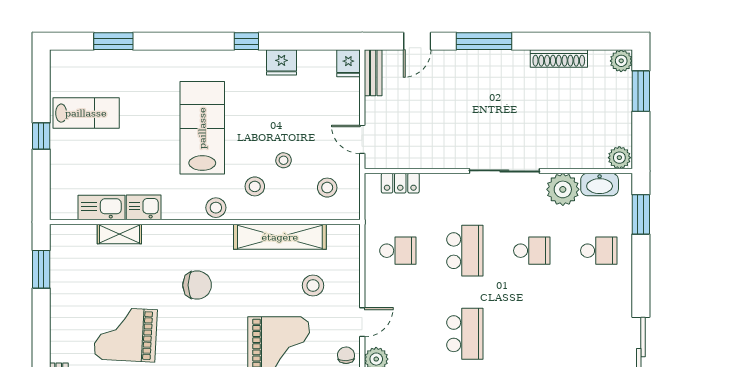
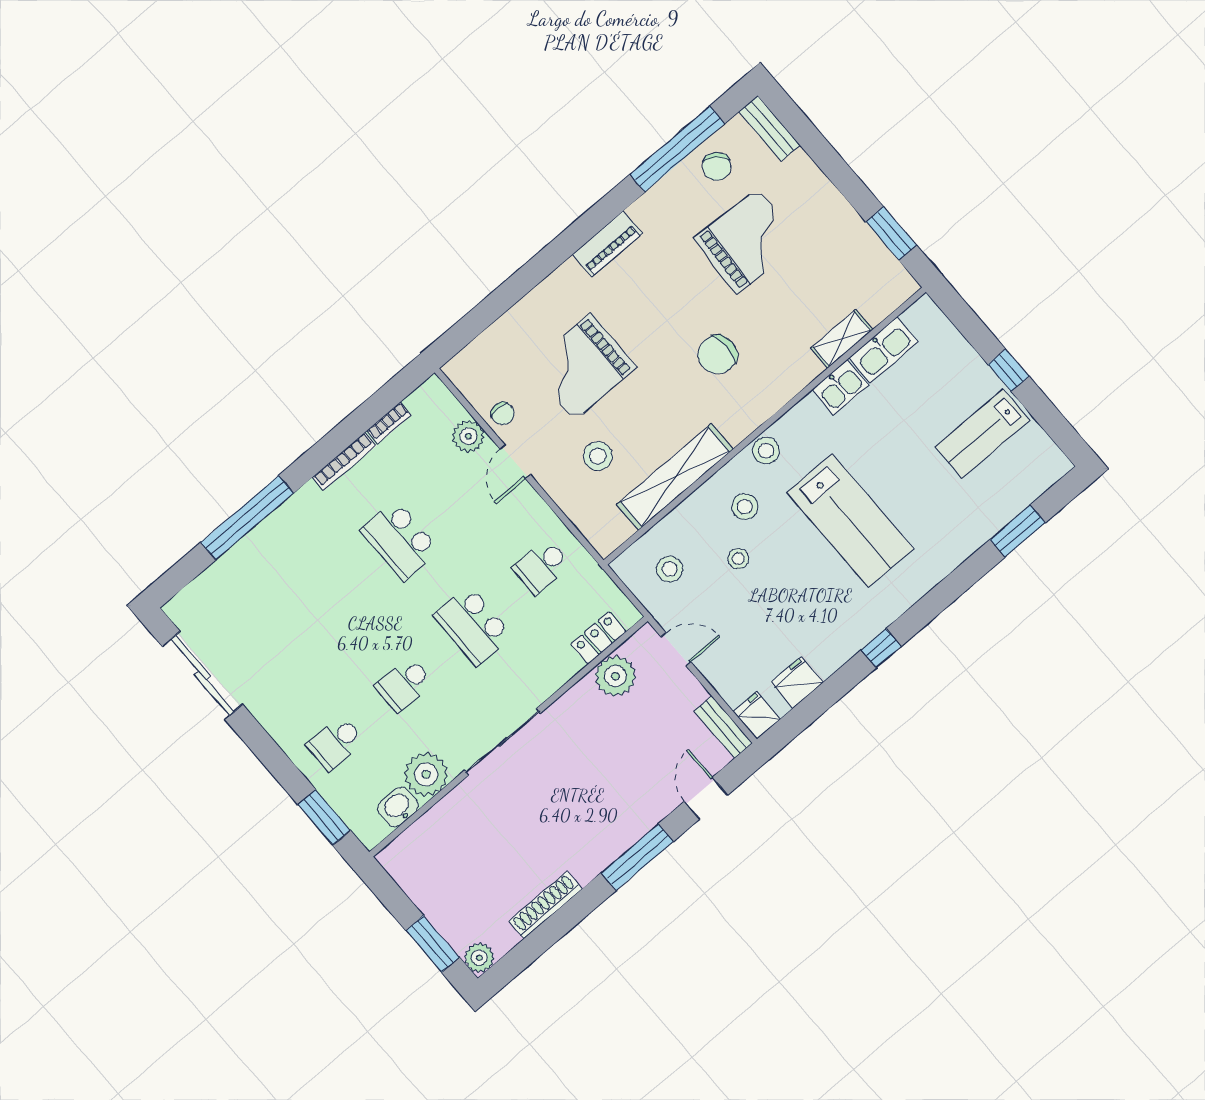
fridge: (281, 62) -> (797, 682), moved
plant: (619, 158) -> (615, 676), moved, width x1.36, depth x1.36
washbasin: (600, 185) -> (398, 807), width x0.72

